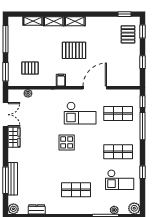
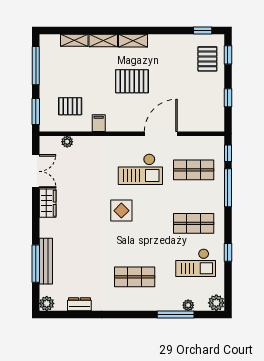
filing cabinet: (61, 80) -> (99, 123), moved

